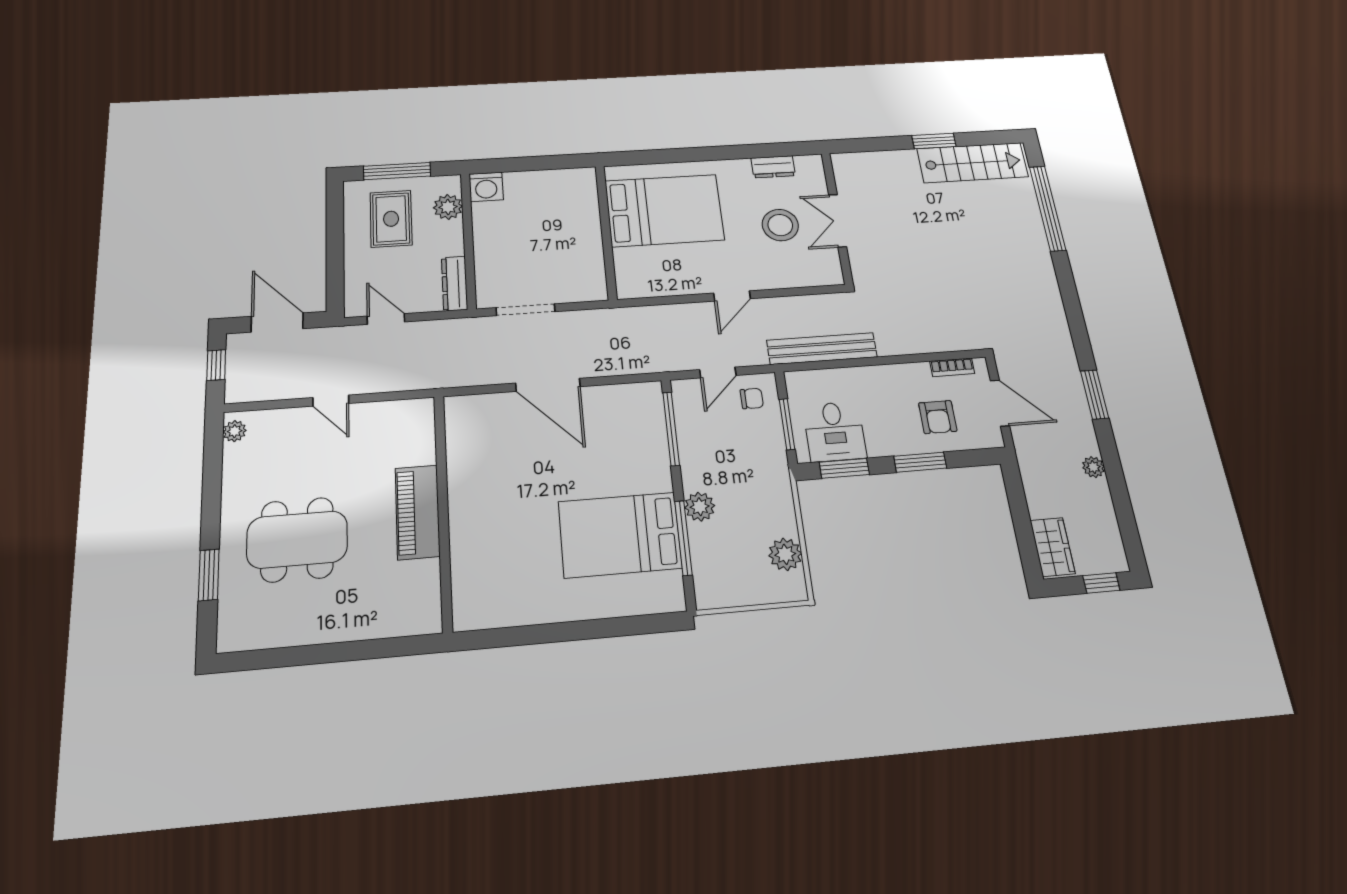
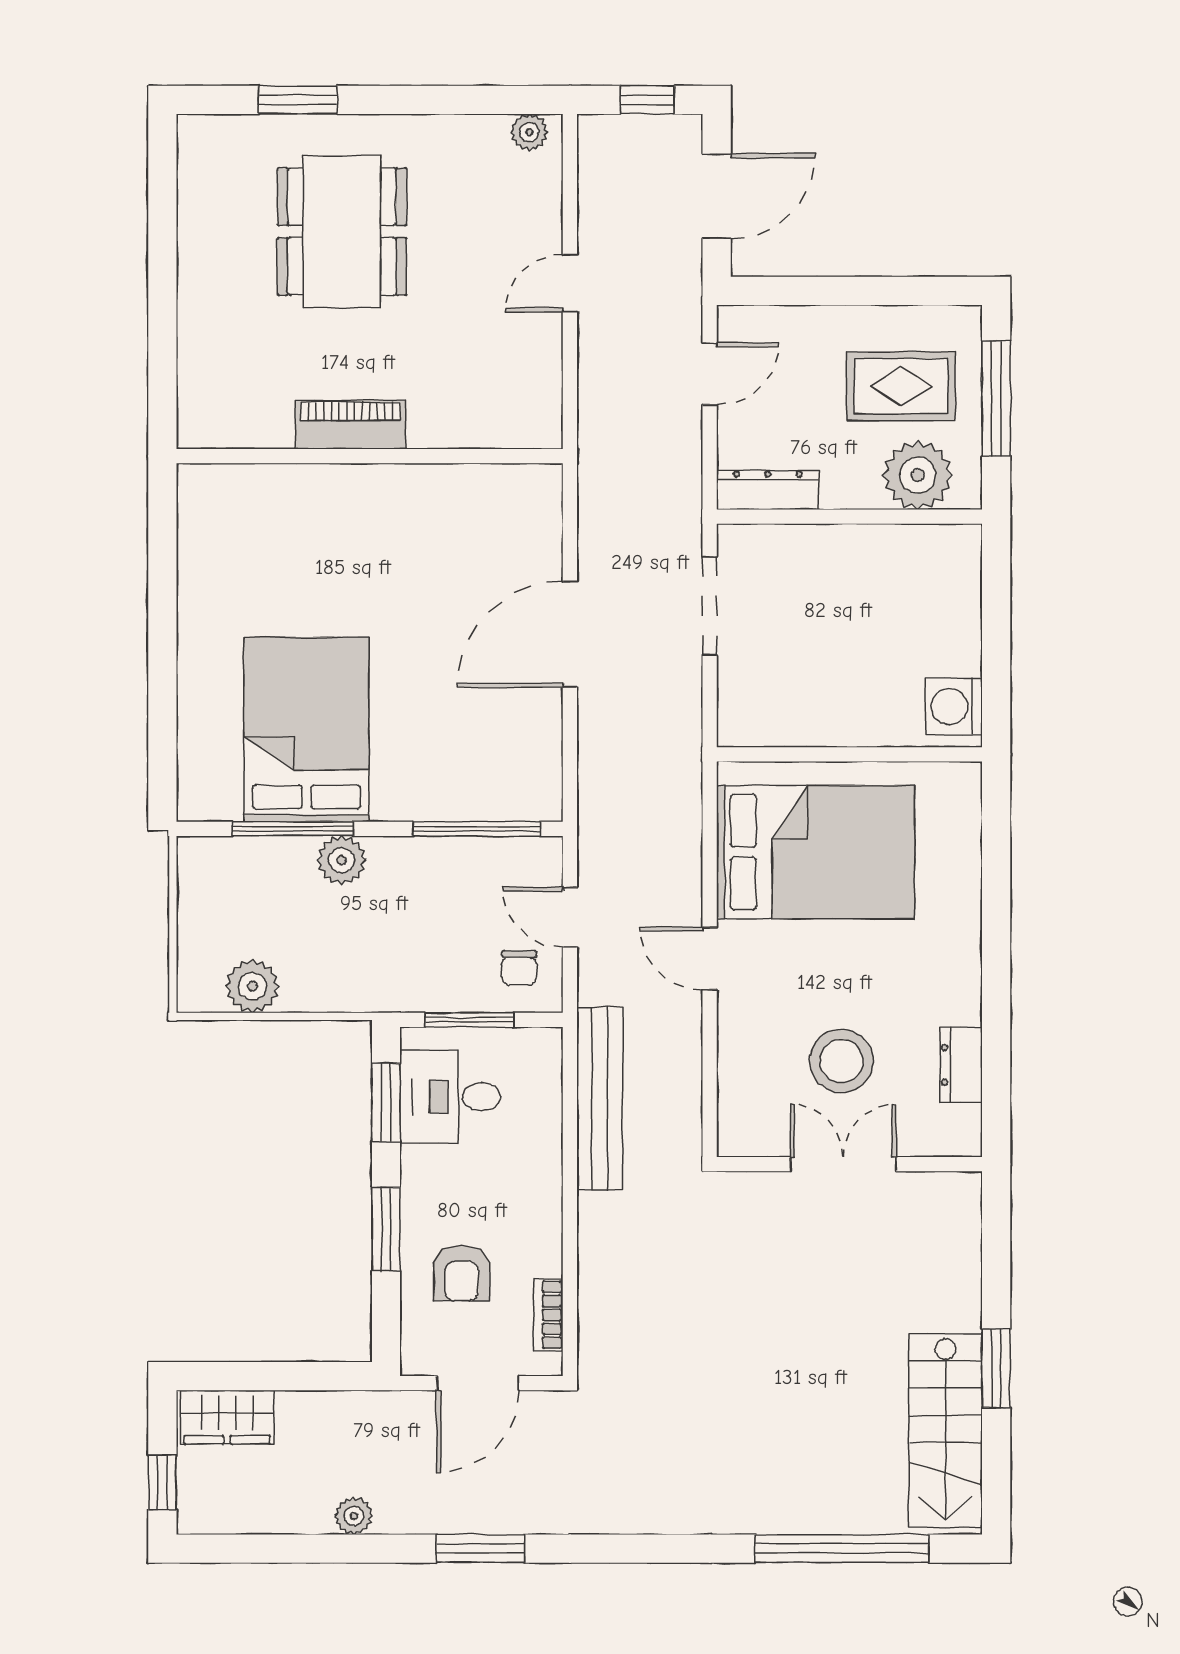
washing machine: (486, 187) -> (954, 706), moved
plant: (448, 207) -> (918, 475), width x1.36, depth x1.36
bed: (664, 210) -> (816, 852), moved, turned -90
armchair: (938, 417) -> (462, 1273), turned -90
piano: (418, 512) -> (351, 425), width x0.73, depth x0.75

